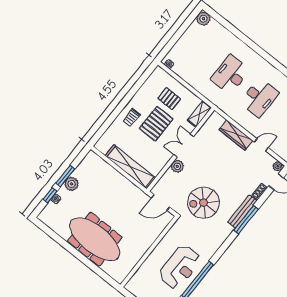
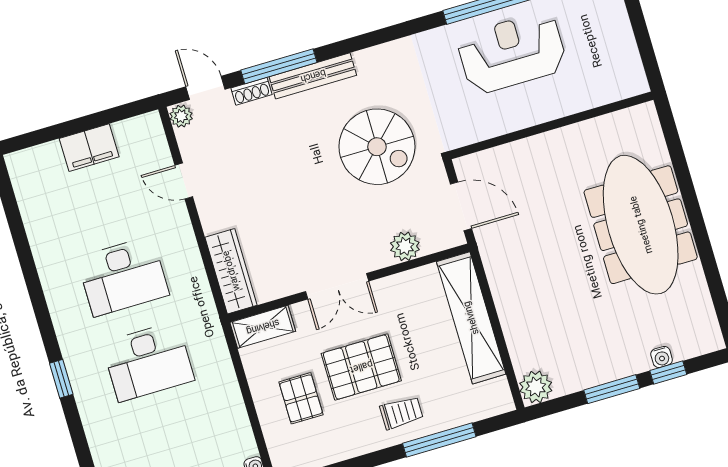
window: (256, 48) -> (61, 379), added
desk: (259, 98) -> (123, 276), turned 180
window: (112, 117) -> (439, 440), added
wardrobe: (236, 135) -> (231, 271), moved
plant: (177, 166) -> (405, 246), moved
plant: (72, 184) -> (536, 387), moved
window: (246, 220) -> (279, 66), moved

